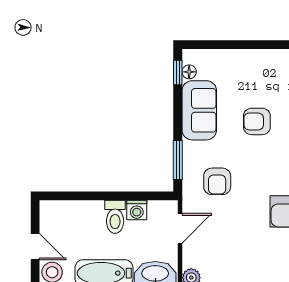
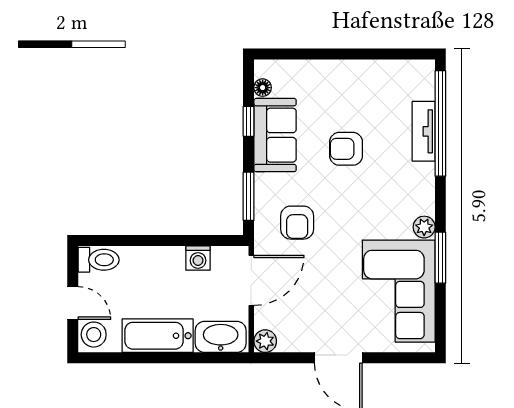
window: (178, 72) -> (249, 121), moved
toilet: (115, 217) -> (99, 260), moved, turned -90
door: (180, 228) -> (251, 280), width x1.38

